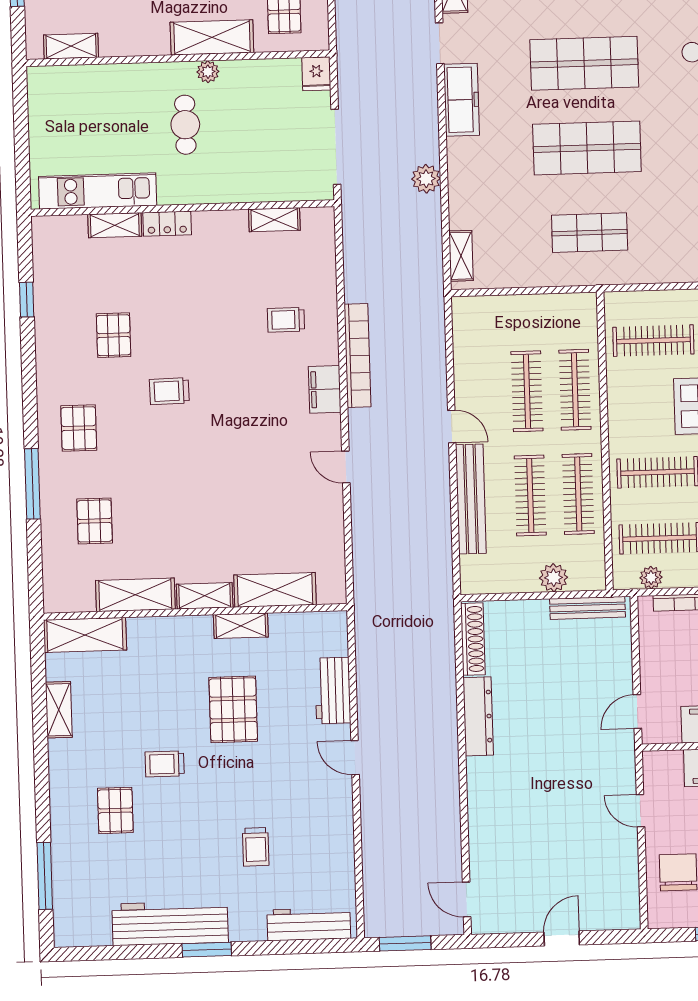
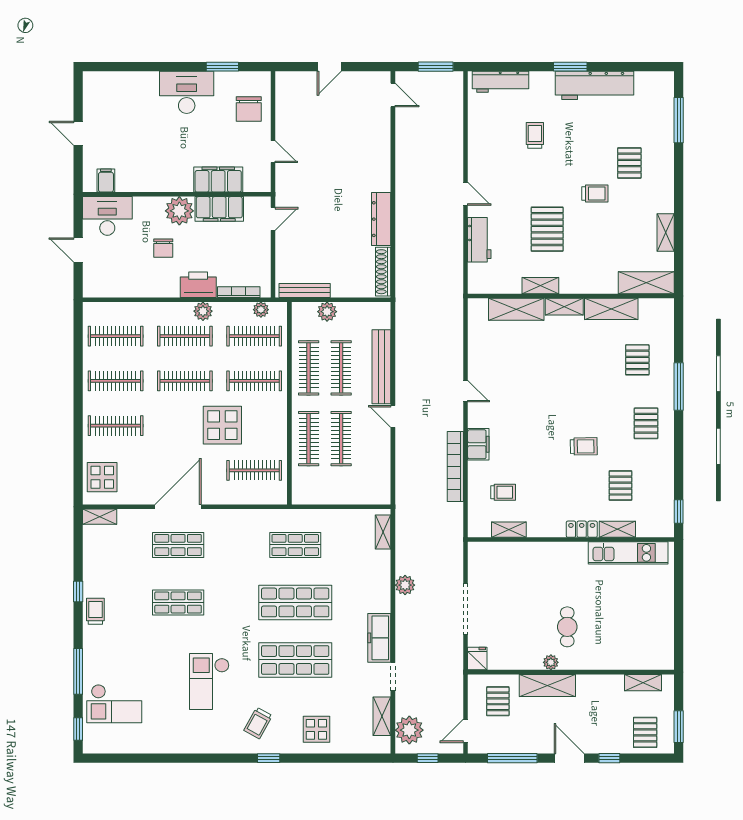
kitchen unit: (98, 191) -> (628, 553), moved
wall: (183, 208) -> (571, 539), moved
shelving: (274, 220) -> (509, 530), moved
locker: (167, 224) -> (582, 529), moved
shelving: (115, 225) -> (617, 529), moved

